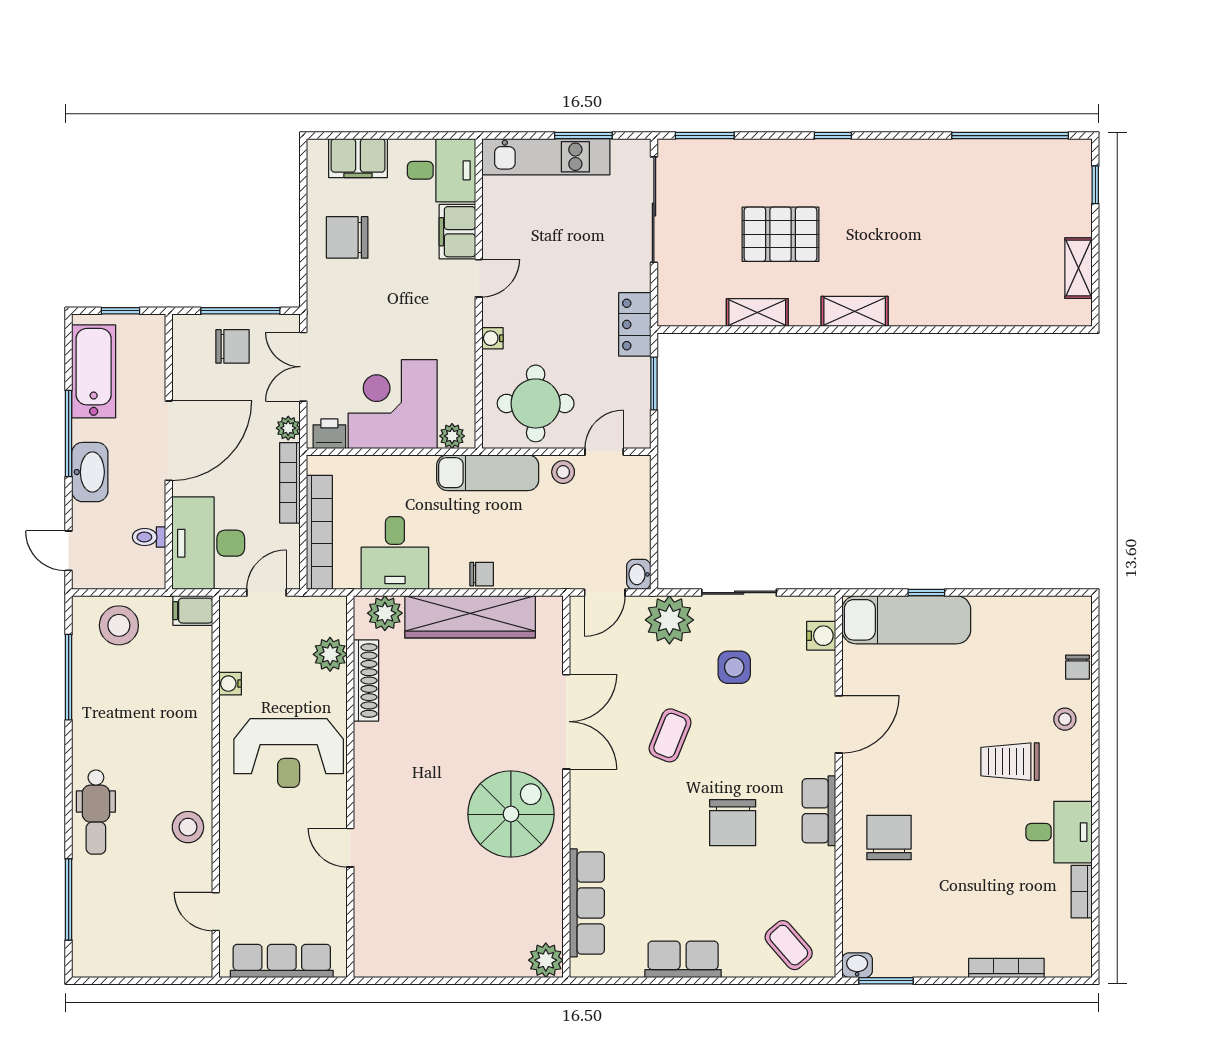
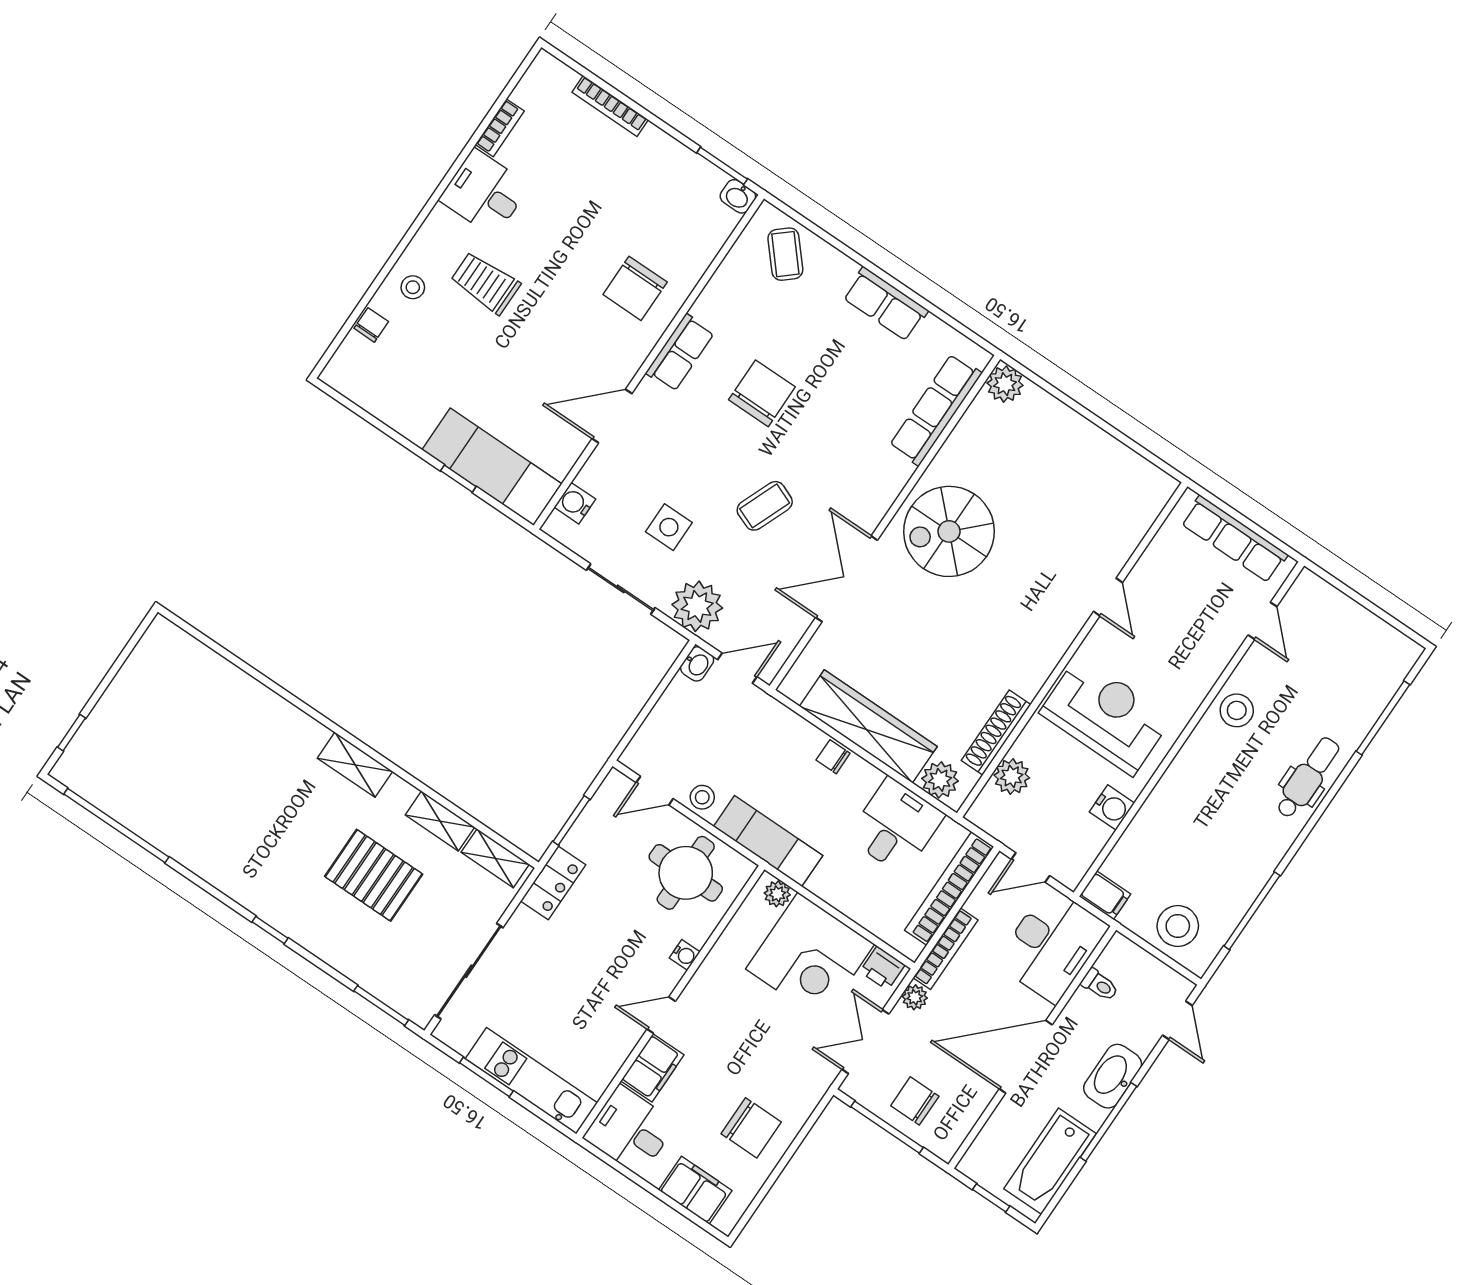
shelving: (1079, 268) -> (495, 858), moved, turned 90
double door: (303, 367) -> (865, 1042), swing flipped
water cooler: (230, 684) -> (1112, 807), width x1.38, depth x1.38
trolley: (1010, 762) -> (485, 283), turned 180

